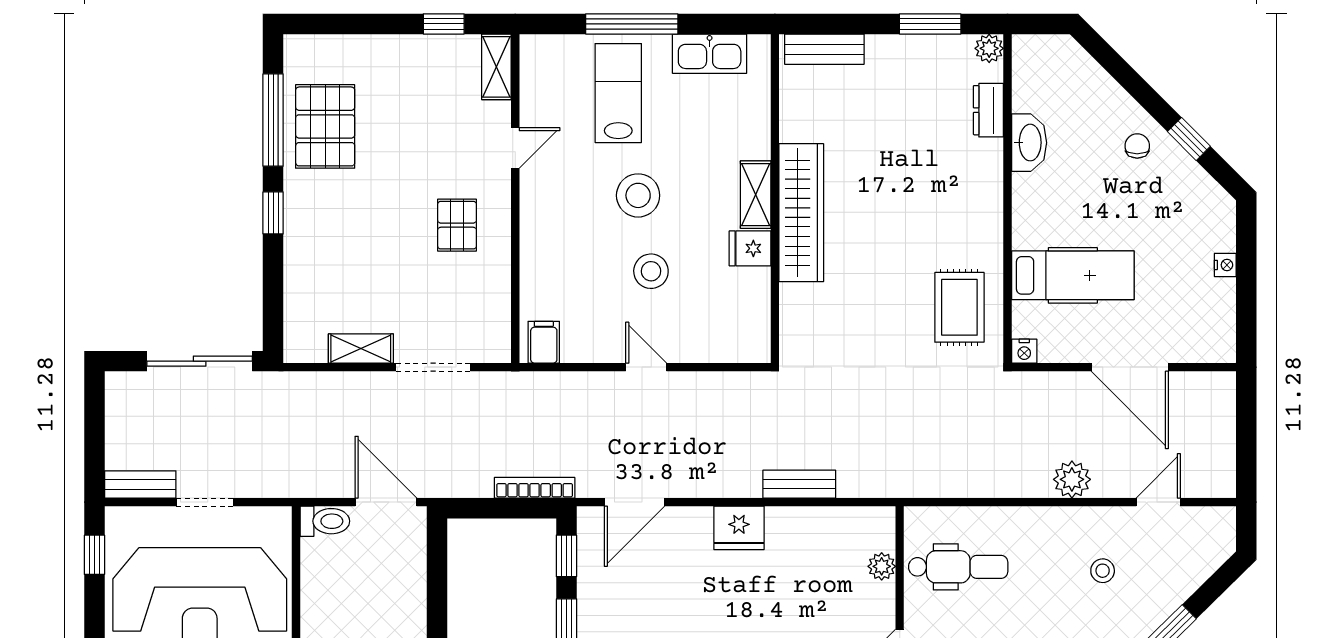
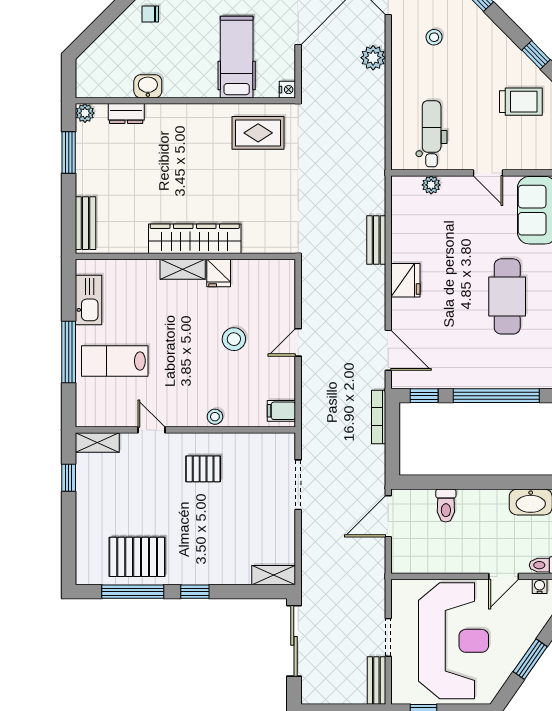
washbasin: (1029, 143) -> (148, 86), width x0.72
stool: (638, 195) -> (215, 417), moved, width x0.53, depth x0.53
shelving: (361, 349) -> (274, 575), moved, turned 90
toilet: (325, 521) -> (446, 506), moved, turned 180

